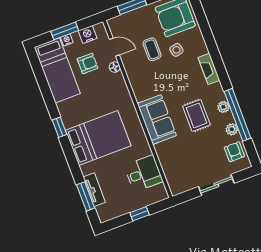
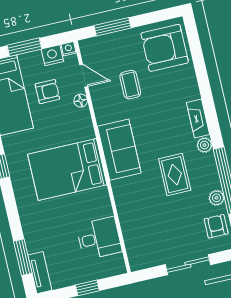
nightstand: (67, 40) -> (69, 49), moved
side table: (176, 50) -> (161, 89), removed
plant: (223, 107) -> (204, 145), moved
sofa: (157, 120) -> (119, 150), moved
bed: (98, 138) -> (67, 169), moved, turned 180
tv unit: (94, 190) -> (40, 273), moved

